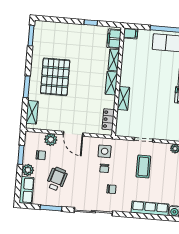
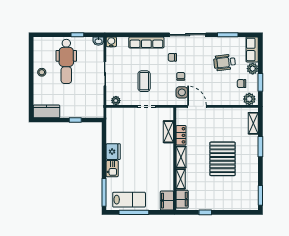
filing cabinet: (131, 33) -> (167, 201), width x2.00
pallet: (55, 77) -> (223, 159), moved
shelving: (123, 98) -> (168, 132), moved
locker: (108, 119) -> (181, 135), moved
door: (73, 134) -> (197, 106), moved
plant: (51, 140) -> (249, 99), moved
wheelchair: (57, 179) -> (225, 62), turned 66
row of seats: (150, 208) -> (146, 42), moved

